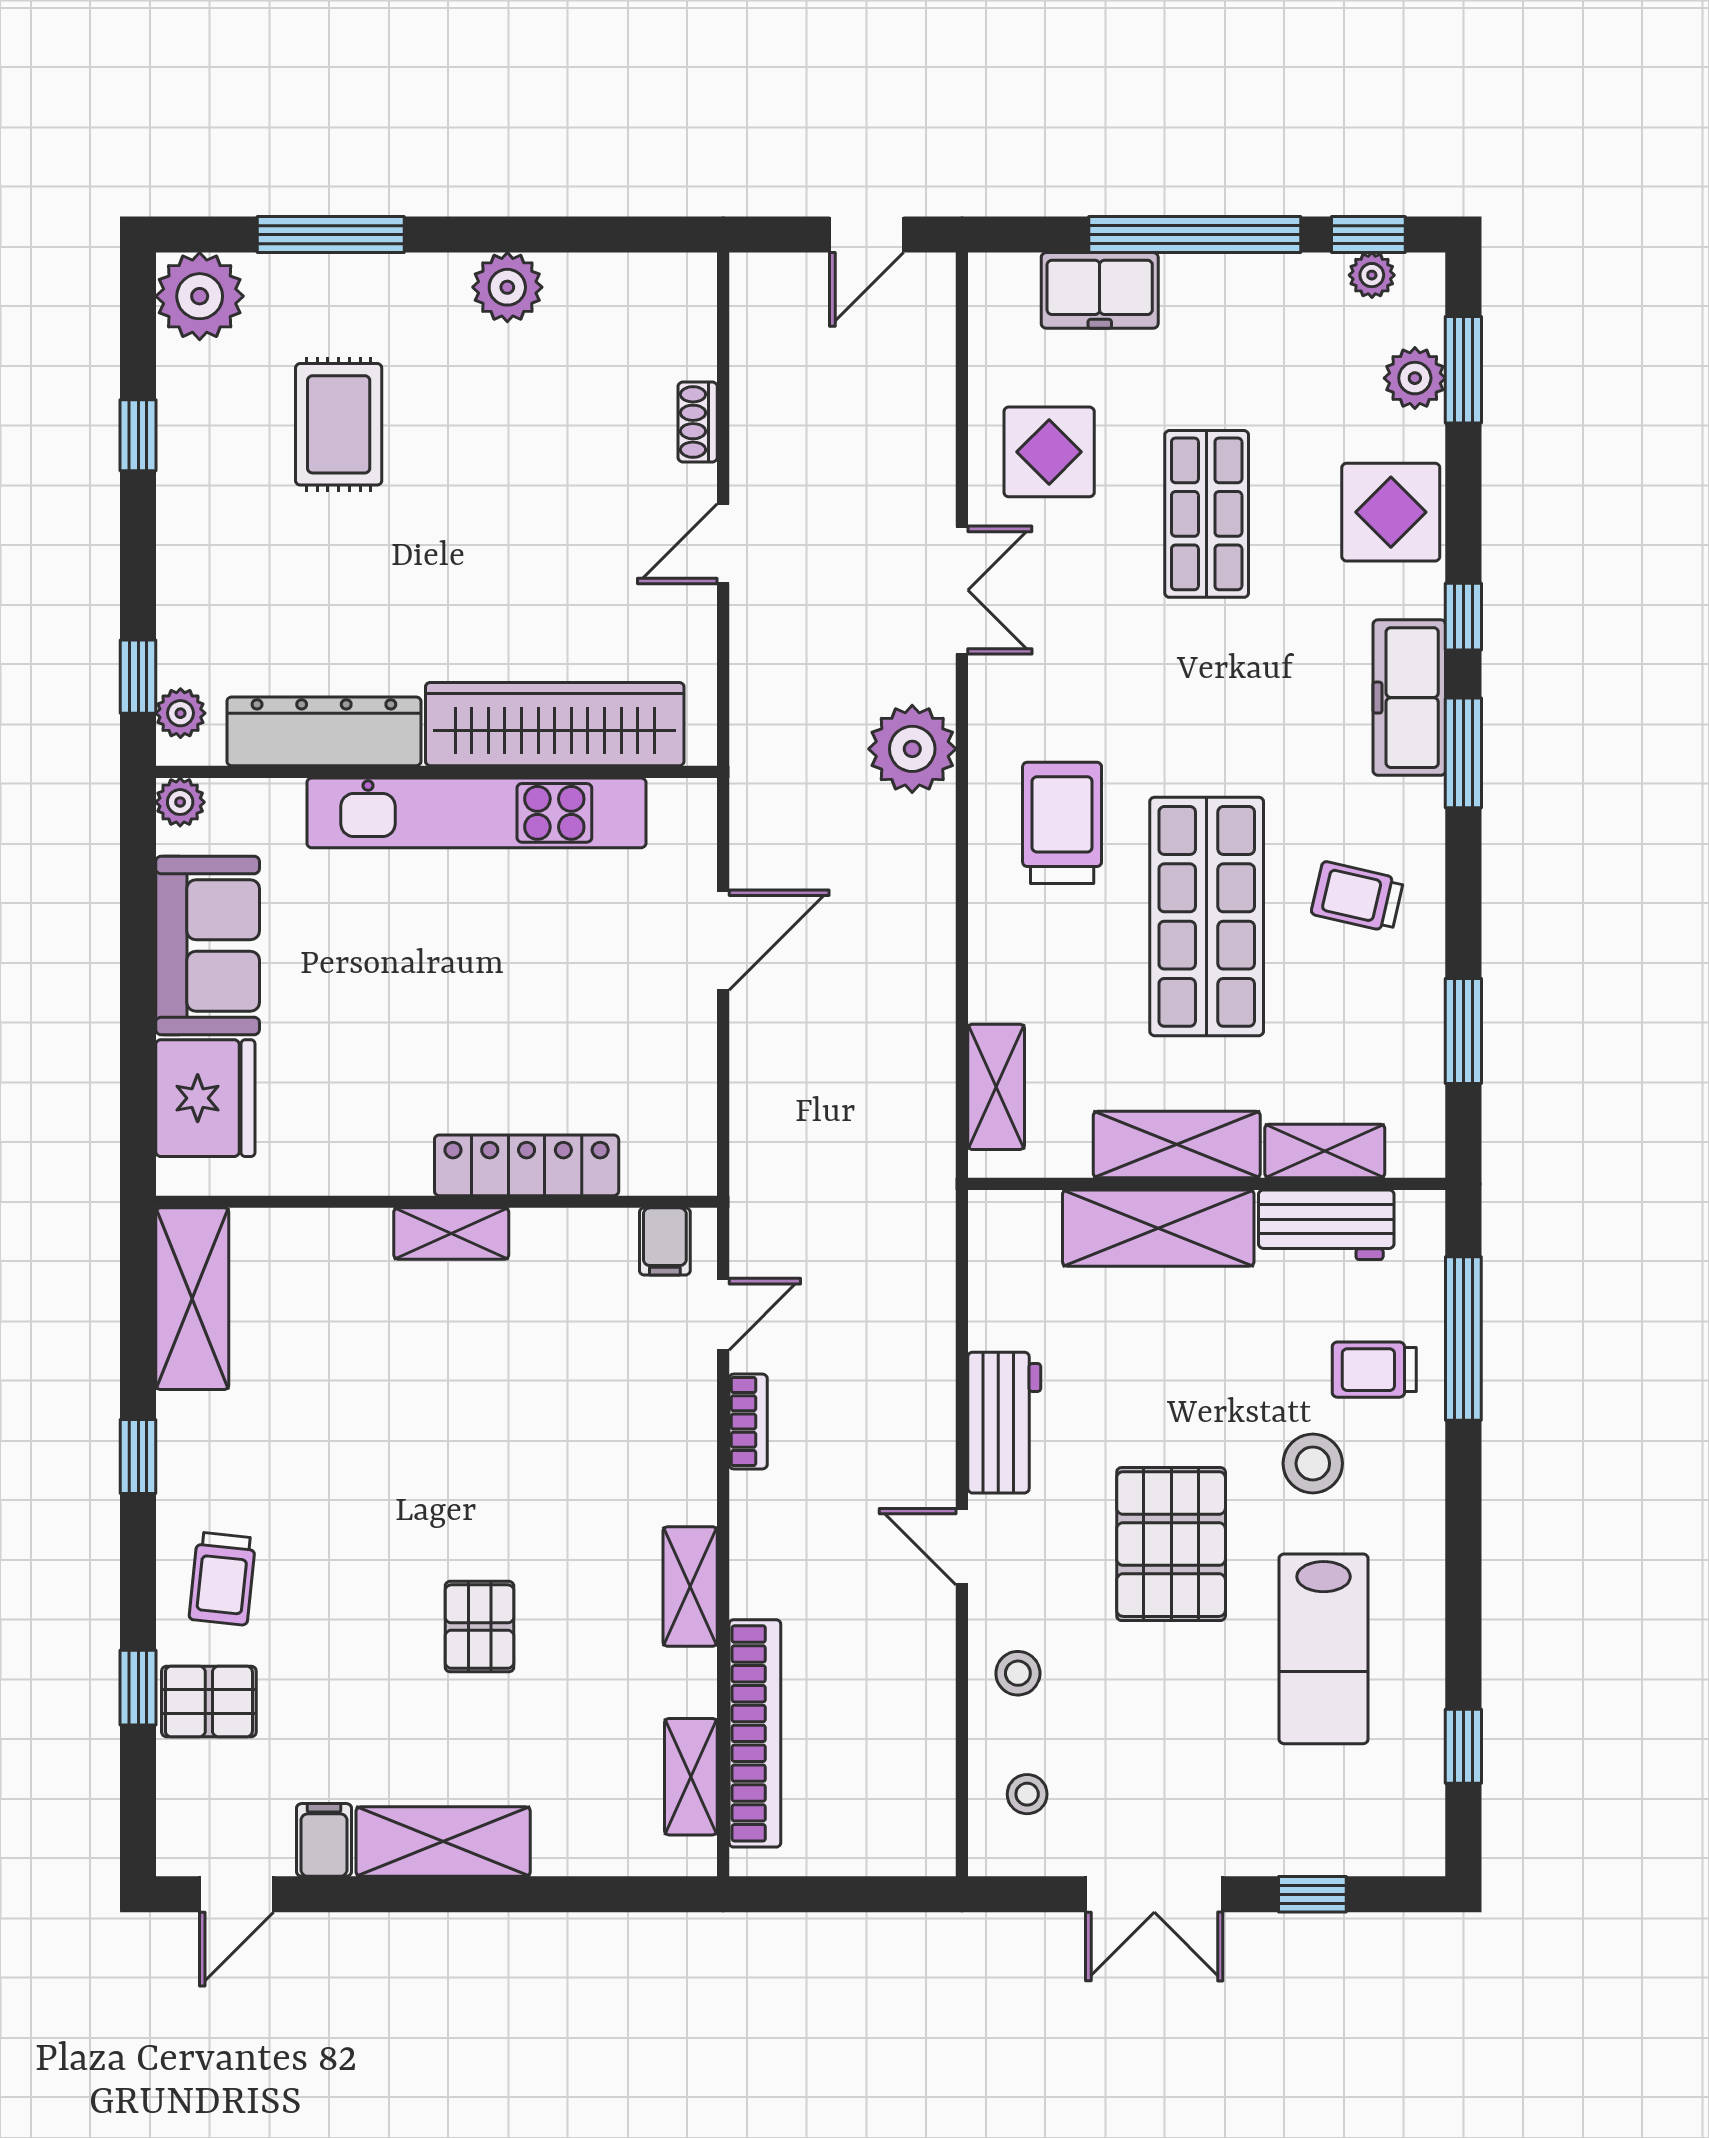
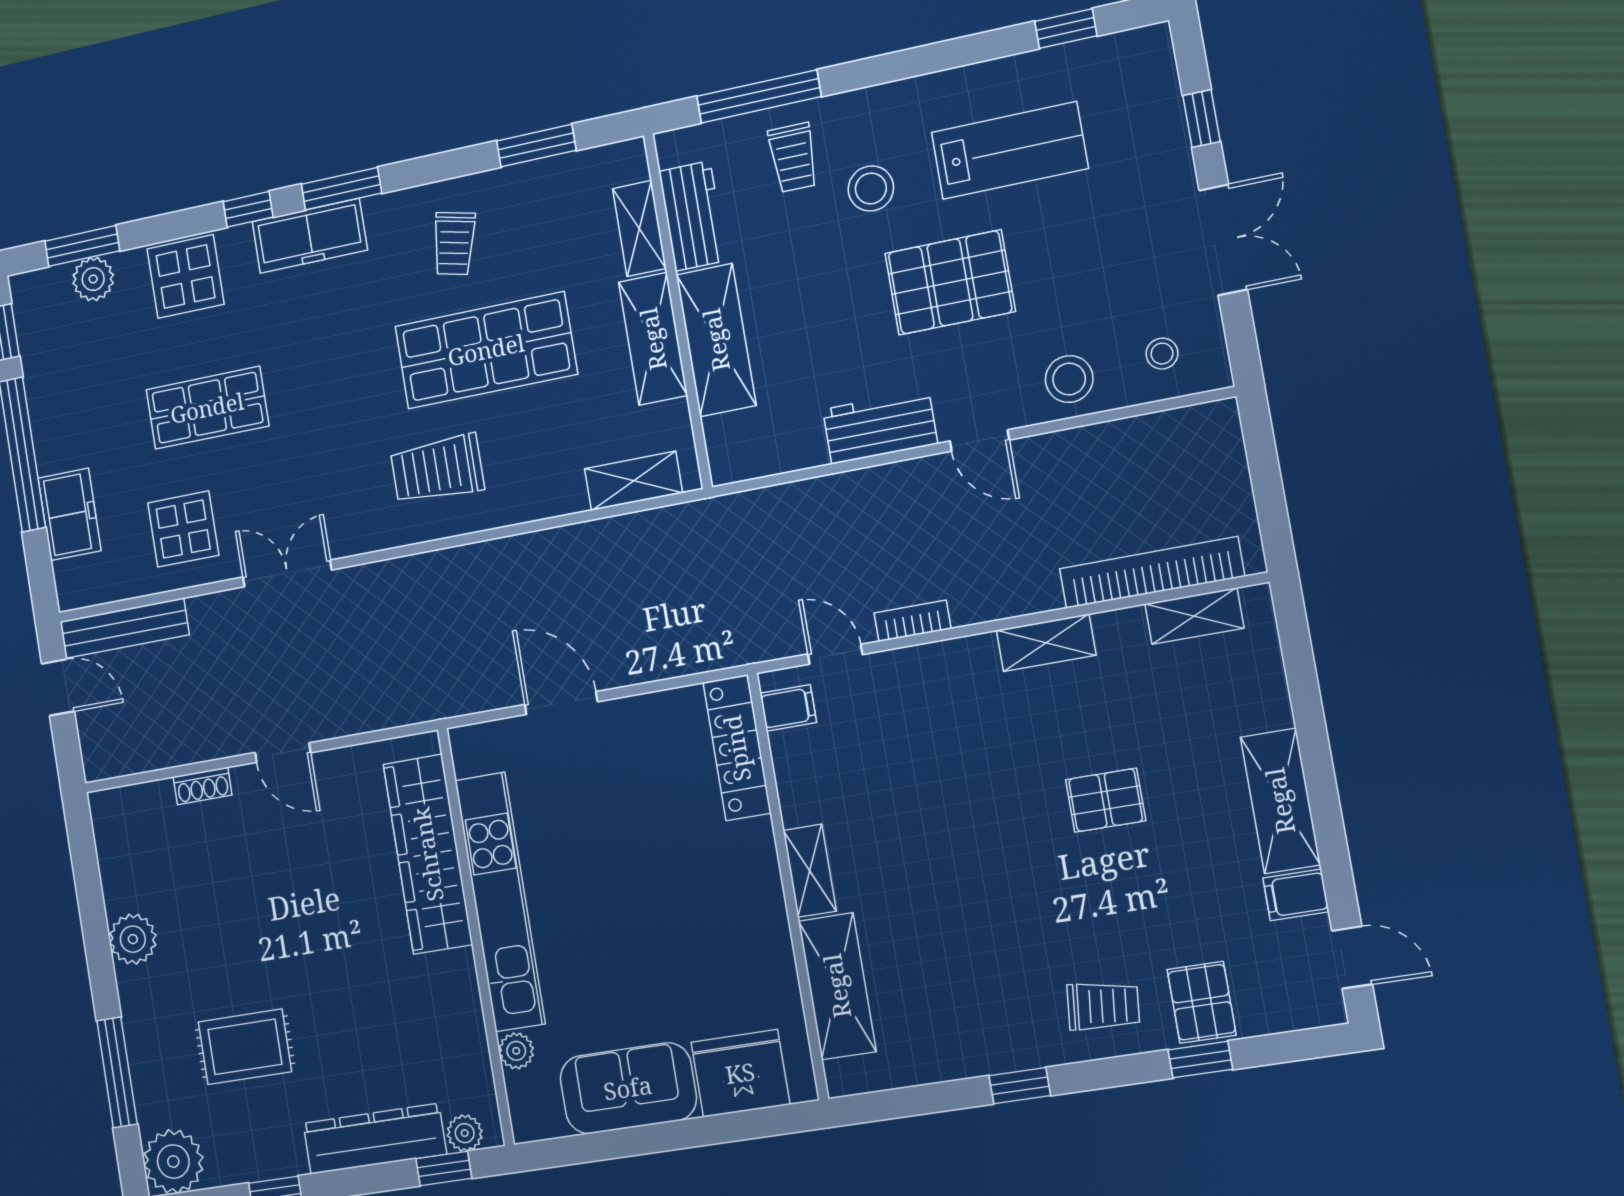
plant: (1372, 275) -> (30, 324), removed
bench: (930, 345) -> (124, 628), added
dresser: (324, 731) -> (375, 1139), moved, turned 90
plant: (912, 749) -> (403, 589), removed
plant: (180, 802) -> (516, 1051), moved
locker: (527, 1165) -> (737, 748), moved
shelving: (192, 1299) -> (837, 986), moved, turned 90
door: (962, 1547) -> (980, 441), hinge flipped
stool: (1018, 1673) -> (1069, 379), width x1.37, depth x1.37

